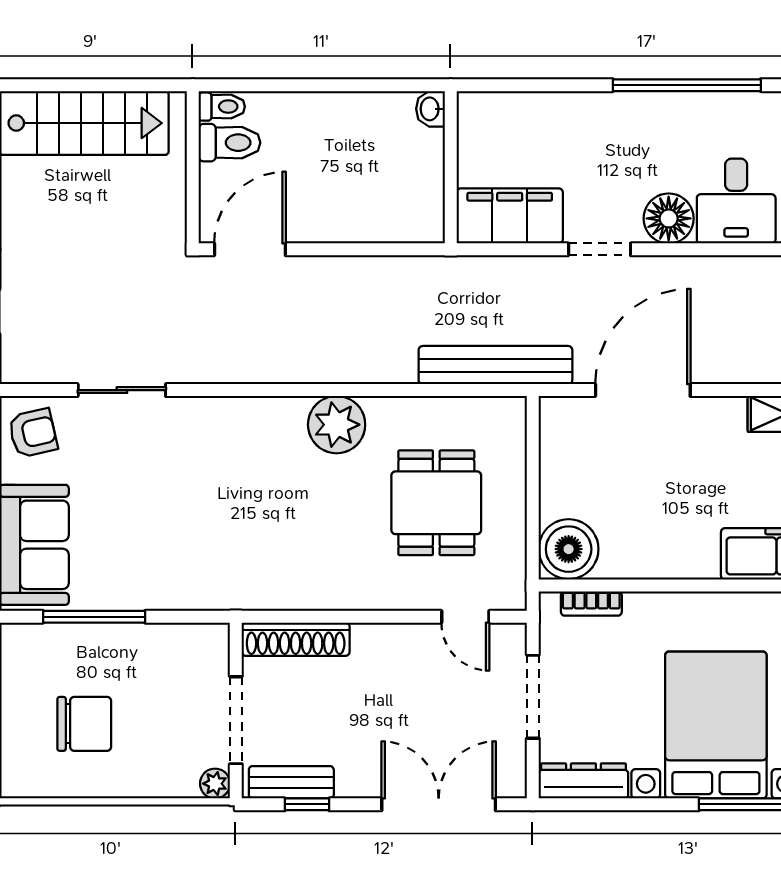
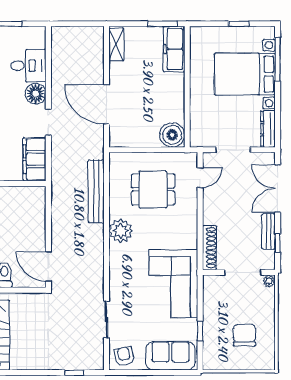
bench: (495, 365) -> (96, 191), moved
corner sofa: (209, 552) -> (173, 283), added
bookcase: (591, 604) -> (195, 126), removed
window: (94, 617) -> (200, 331), width x0.46
bench: (291, 782) -> (268, 231), moved

